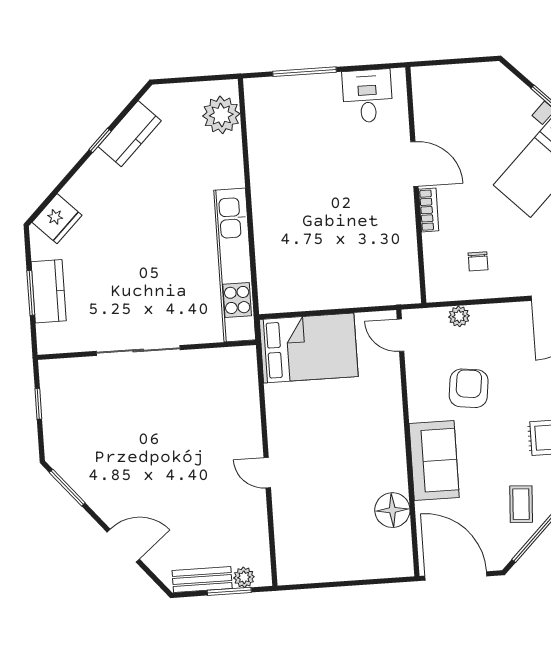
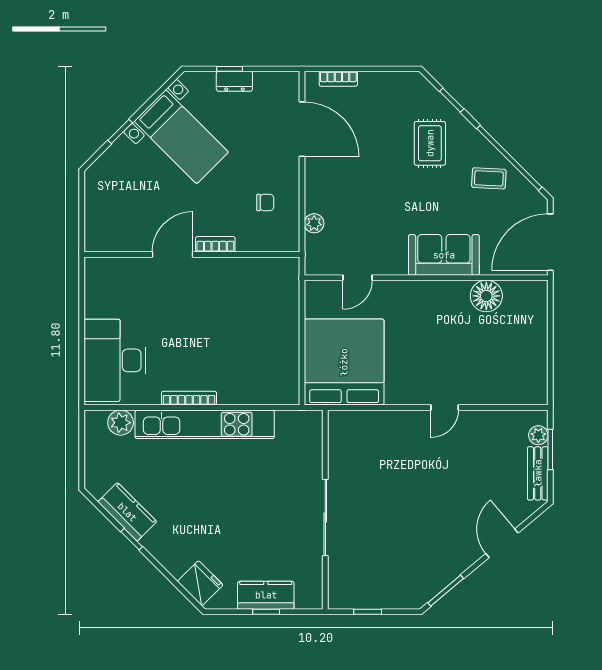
window: (305, 72) -> (82, 349), removed
desk: (367, 96) -> (115, 360), moved, width x1.87, depth x1.30
plant: (221, 115) -> (121, 423), width x0.73, depth x0.73
bookcase: (258, 193) -> (189, 398), added
kitchen unit: (235, 265) -> (205, 424), moved
window: (31, 293) -> (266, 612), width x0.67
door: (401, 335) -> (357, 278), moved
bed: (309, 348) -> (344, 362), width x1.36
armchair: (469, 388) -> (380, 219), removed

